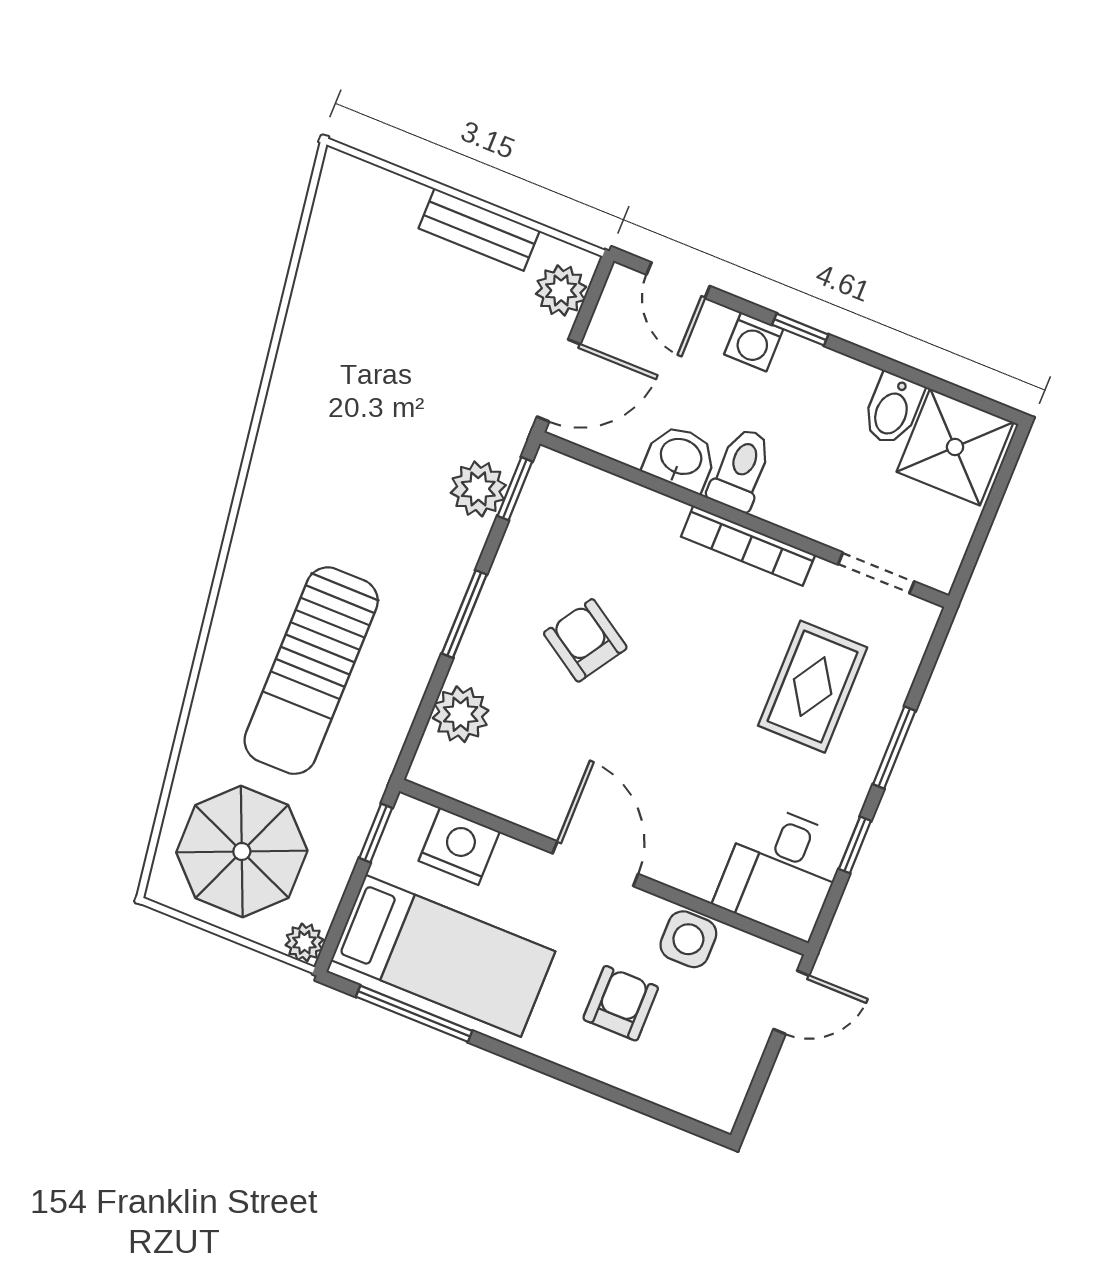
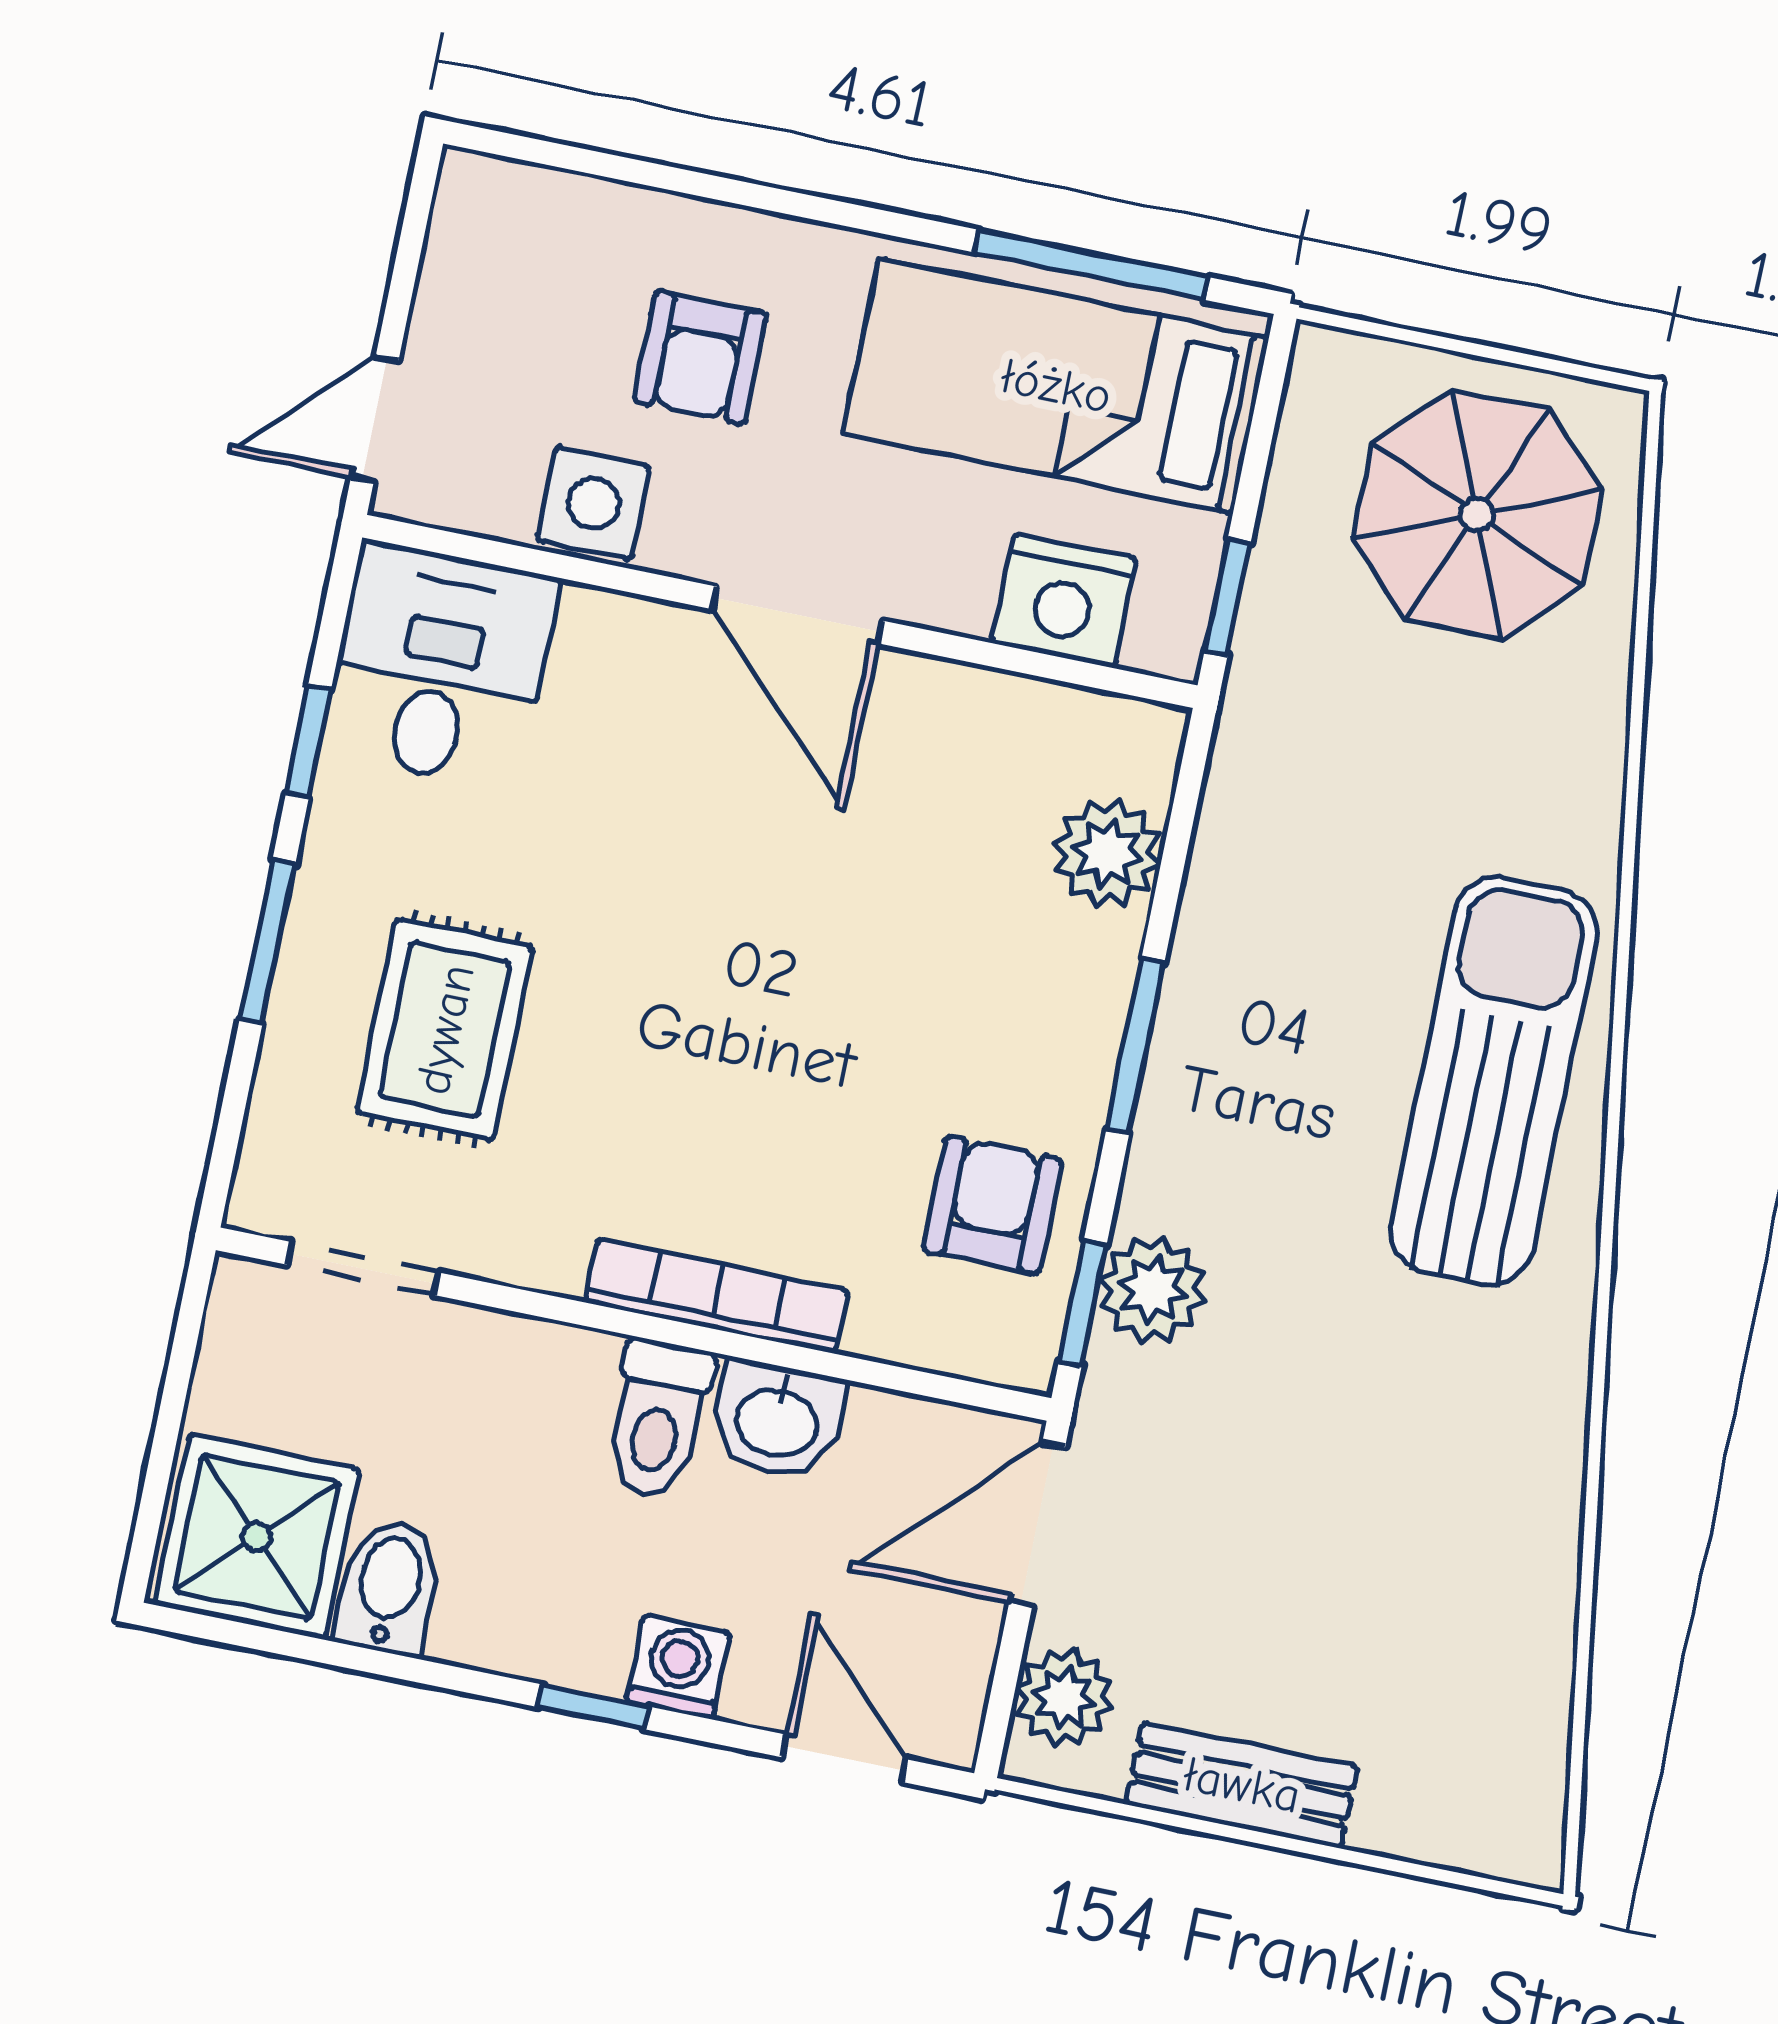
bookcase: (748, 546) -> (717, 1296), moved
armchair: (585, 640) -> (993, 1205), moved, turned -123
sun lounger: (311, 671) -> (1493, 1081), moved
plant: (304, 942) -> (1325, 363), removed

